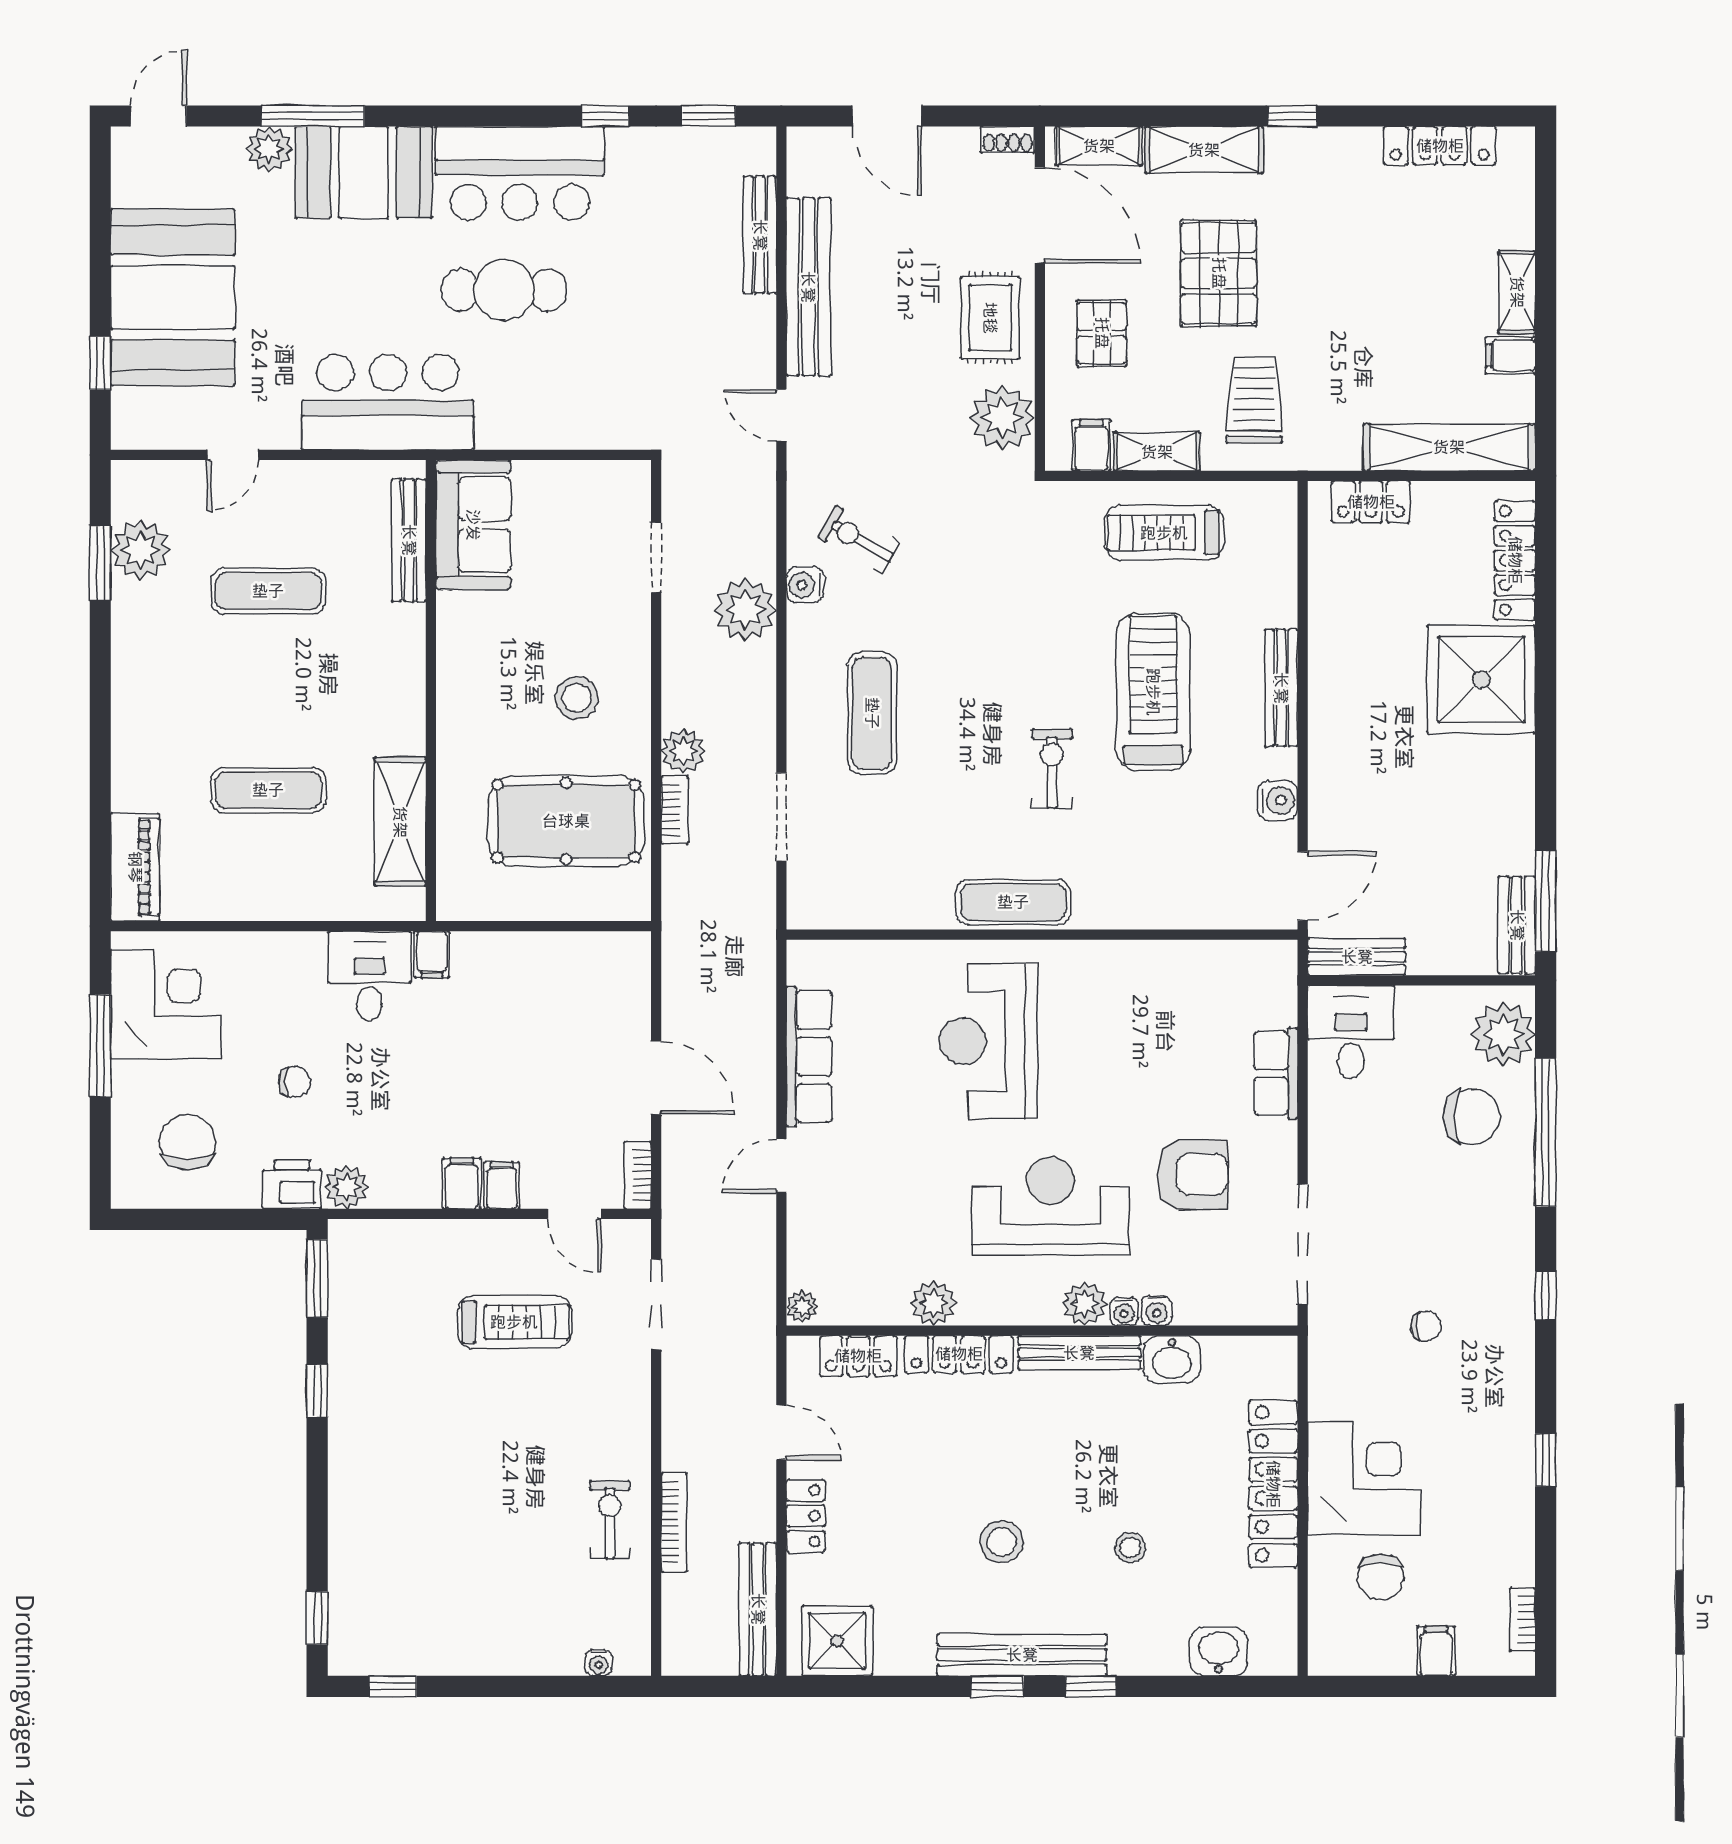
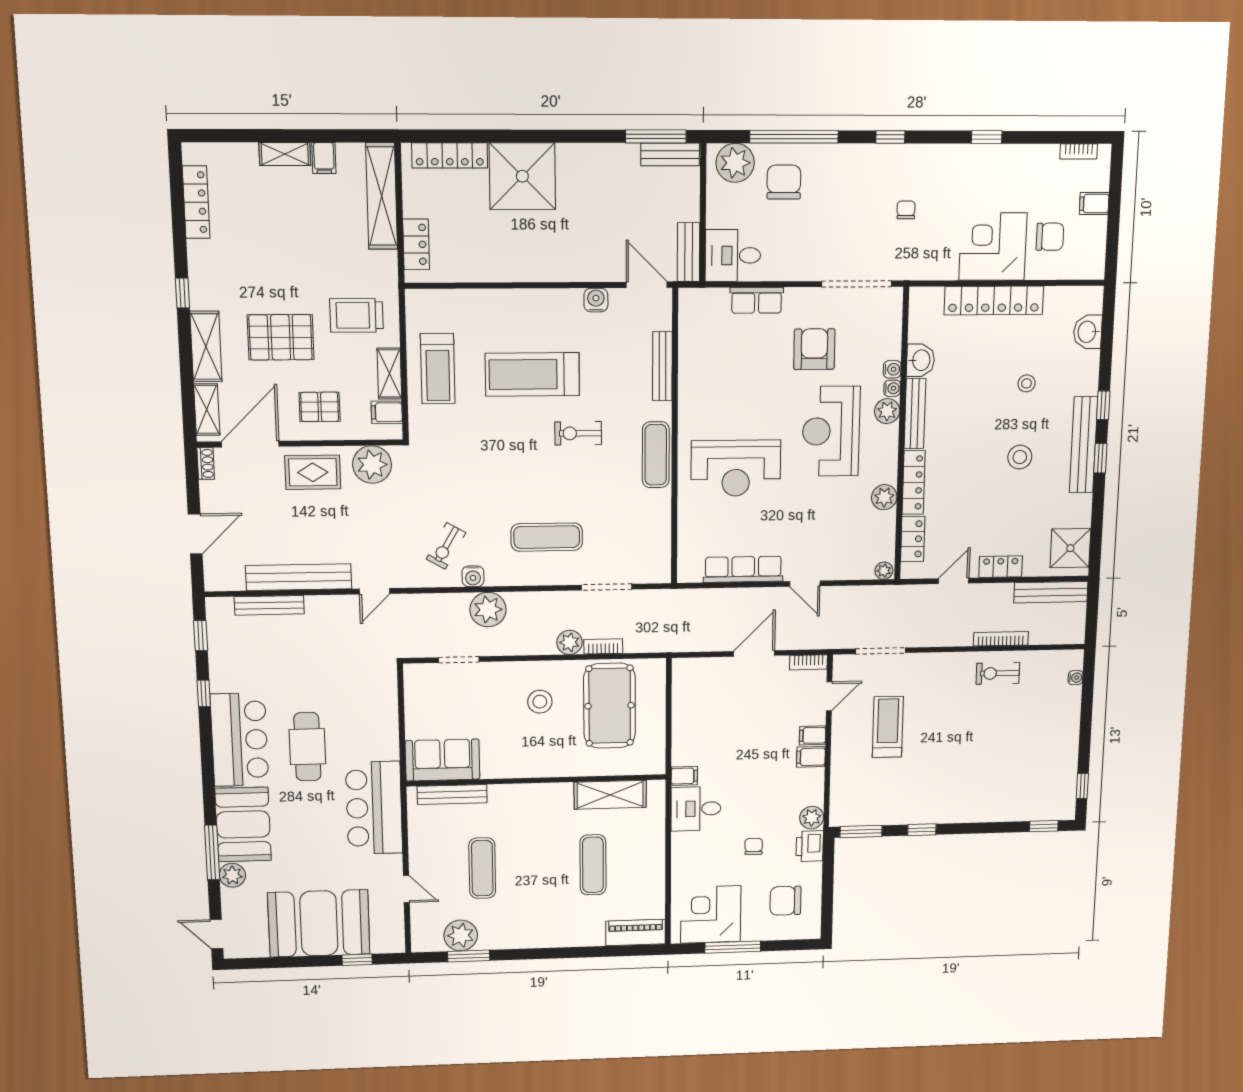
bench: (1281, 688) -> (662, 366), moved, turned 90

